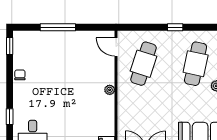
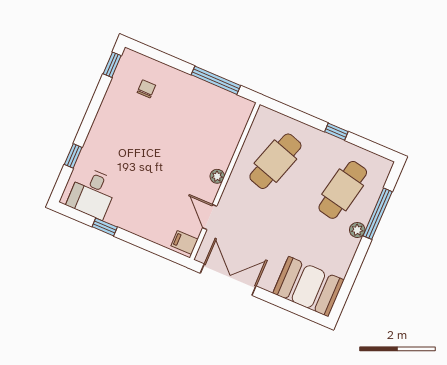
window: (58, 27) -> (216, 80), moved
door: (116, 47) -> (210, 217), moved
chair: (20, 75) -> (146, 89), moved

